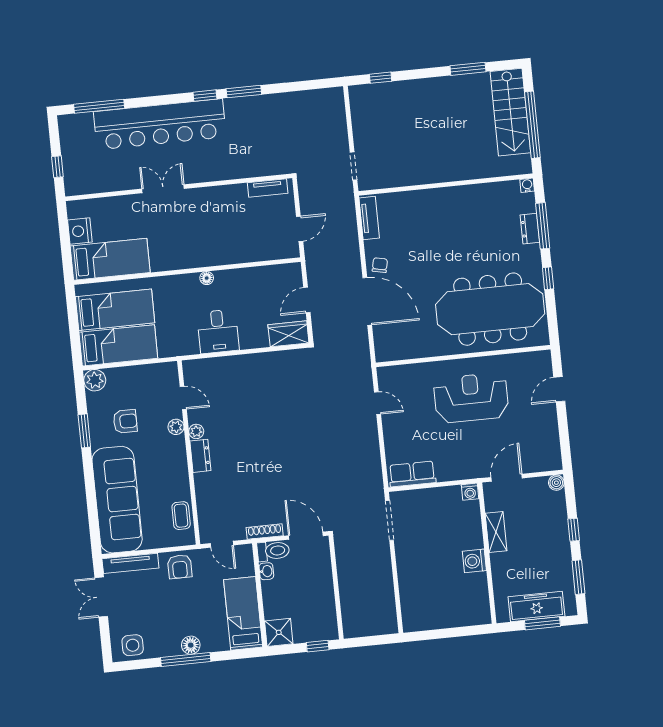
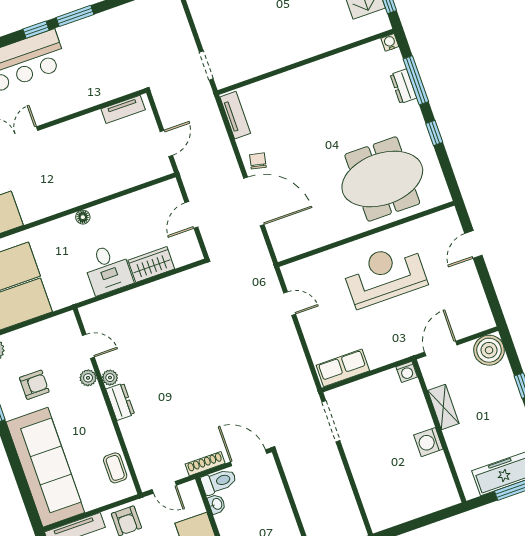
meeting table: (490, 309) -> (382, 179), width x0.73
wardrobe: (288, 334) -> (151, 265), moved
boiler: (556, 483) -> (489, 350), width x1.86, depth x1.86

